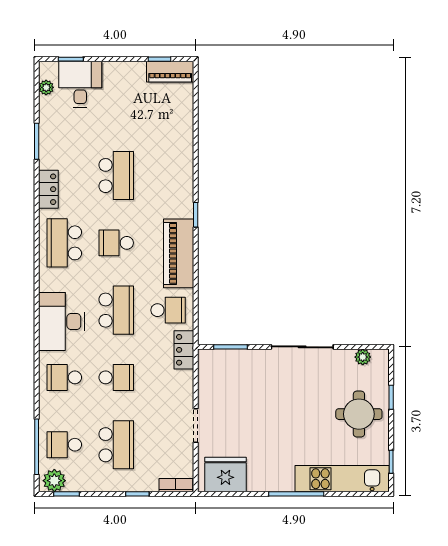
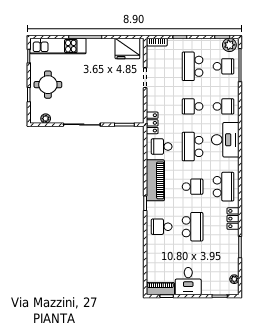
desk: (80, 84) -> (188, 281), moved
school desk: (116, 176) -> (193, 227), turned 180
school desk: (168, 176) -> (162, 227), added

